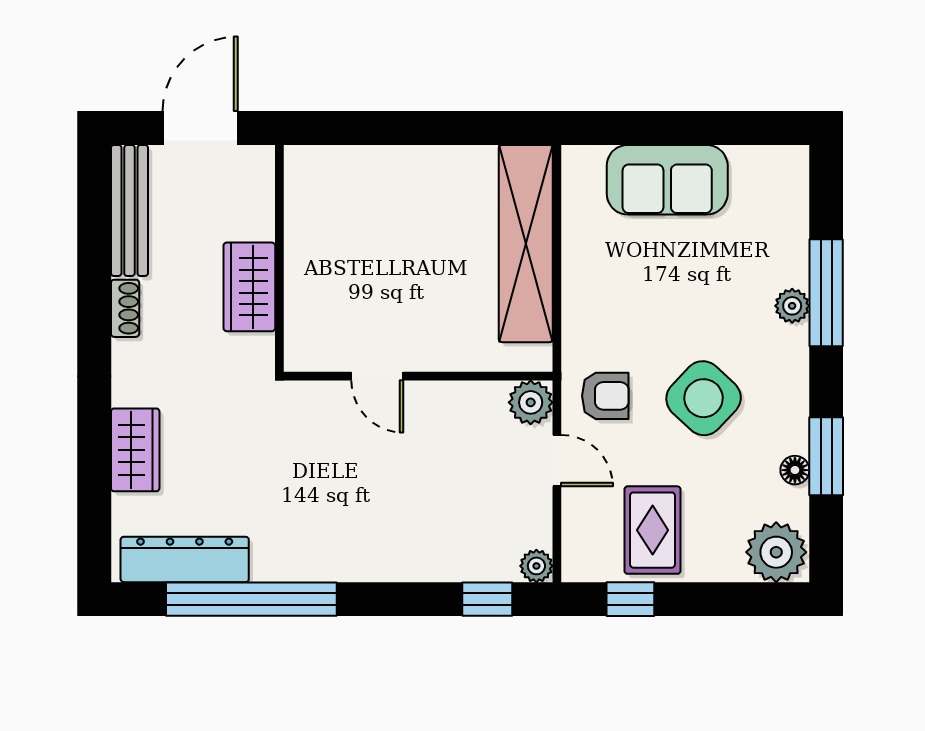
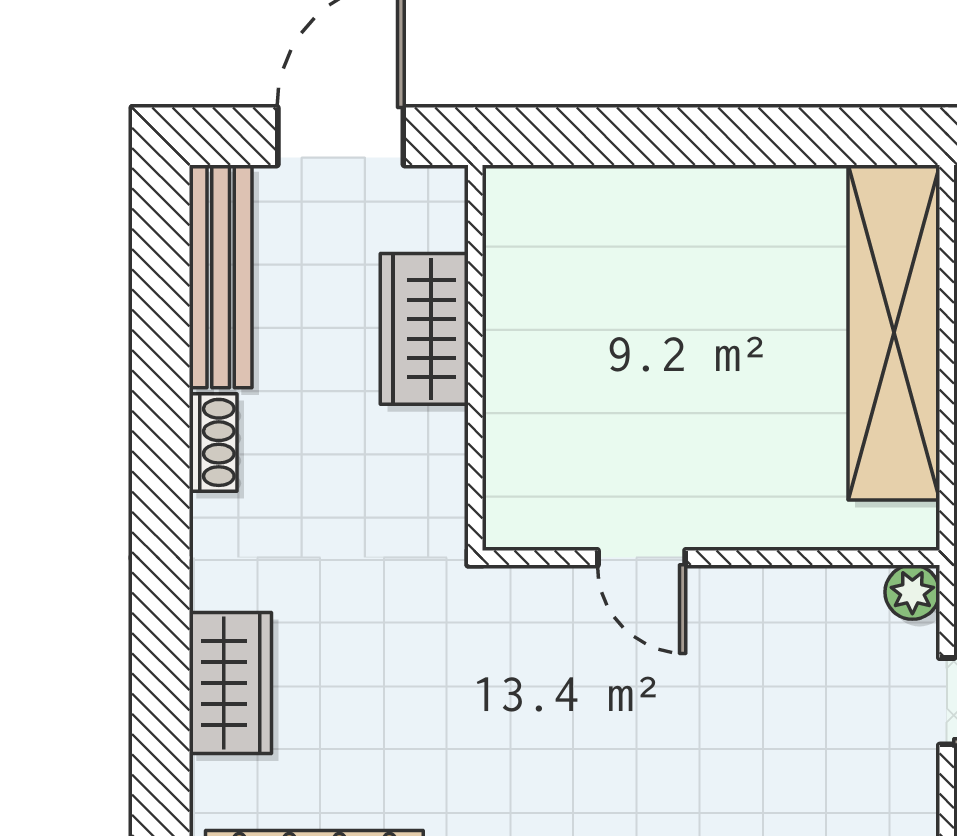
wardrobe: (249, 287) -> (424, 329), moved
plant: (531, 402) -> (912, 592), width x0.73, depth x0.73

